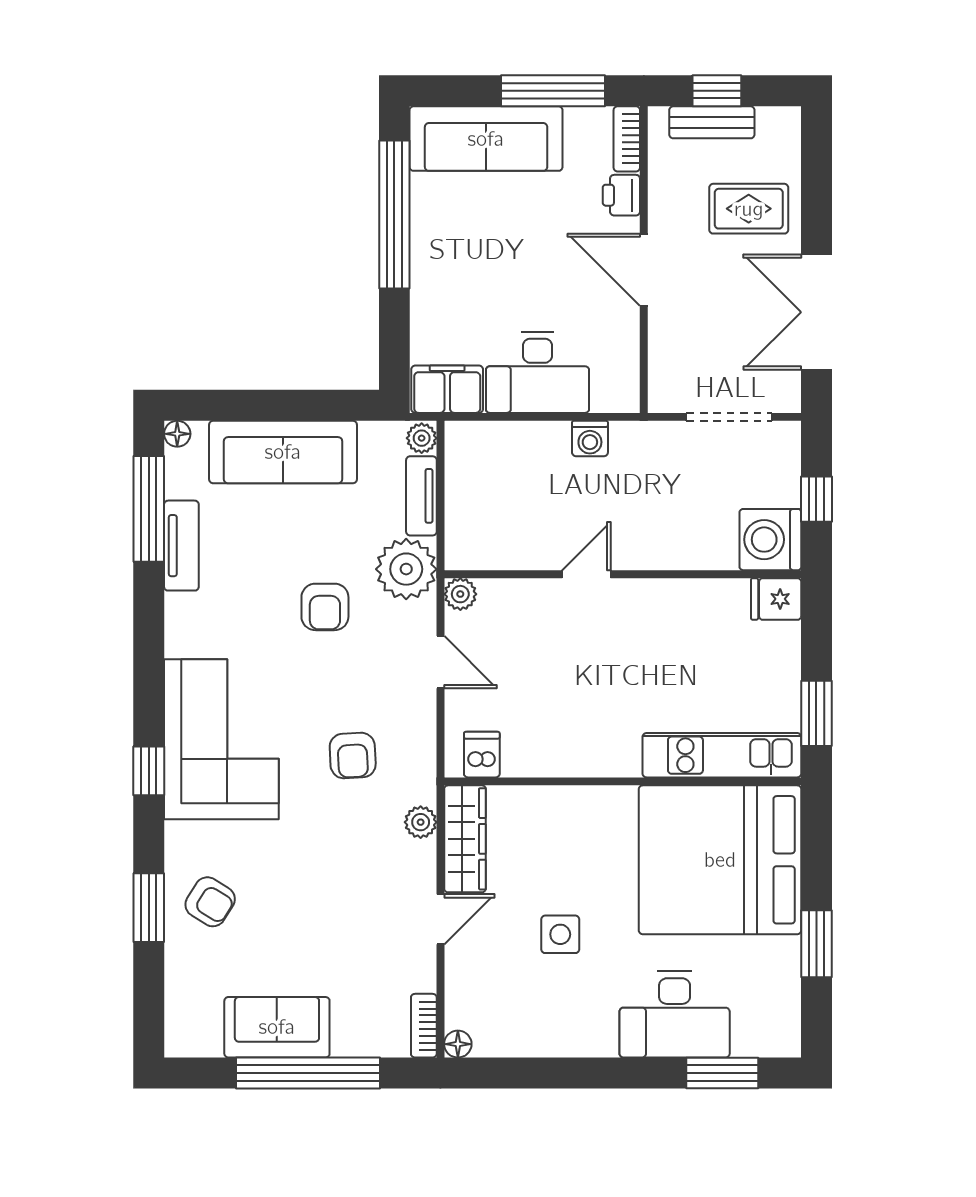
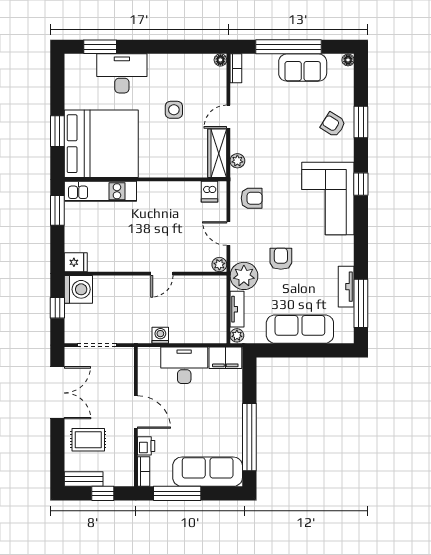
bench: (712, 122) -> (84, 479), moved
floor lamp: (177, 434) -> (348, 60), moved
armchair: (353, 756) -> (252, 198), moved, turned 93
window: (816, 944) -> (57, 131), moved

